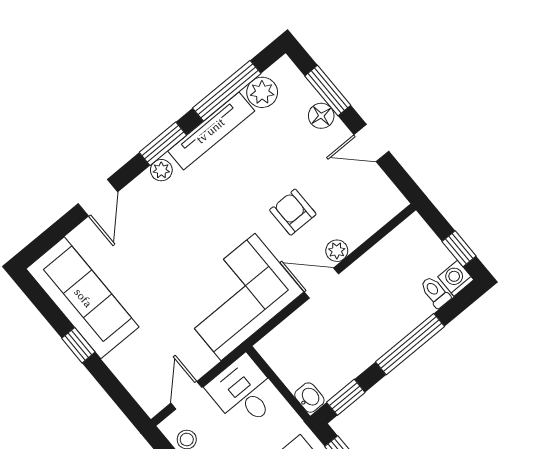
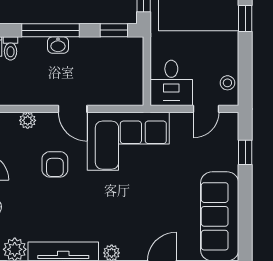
plant: (337, 251) -> (28, 120), moved
window: (78, 345) -> (245, 152), moved
washbasin: (309, 398) -> (58, 45), moved, turned -90

